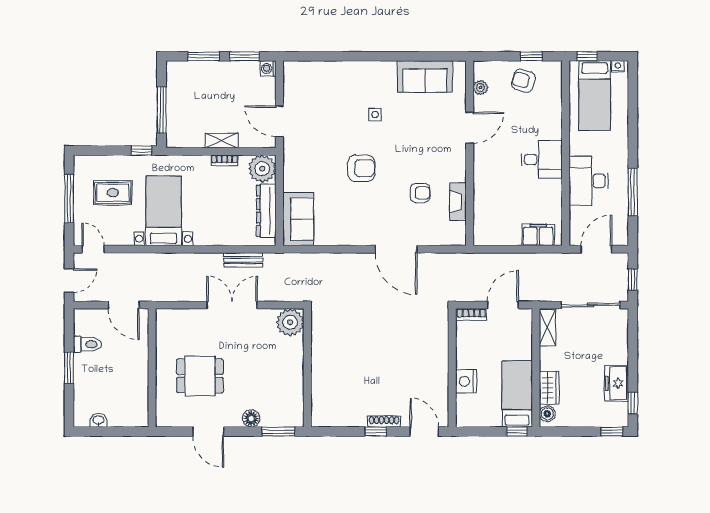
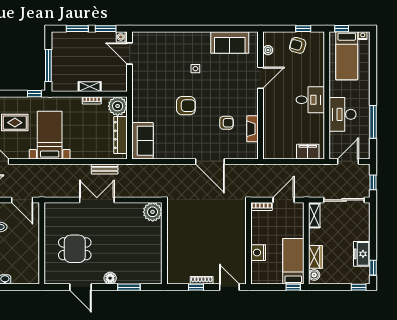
door: (279, 121) -> (130, 54), moved
plant: (290, 322) -> (153, 212), moved
wall: (307, 368) -> (164, 243), moved

